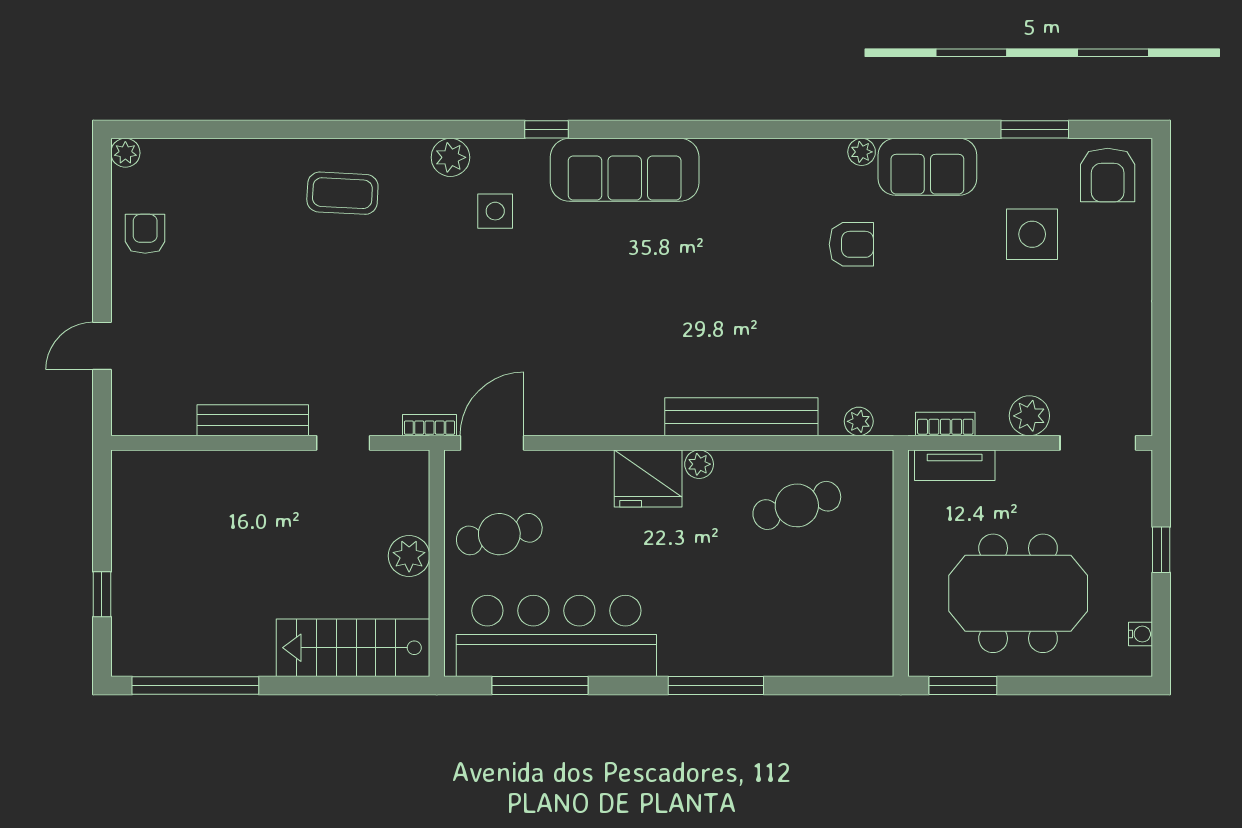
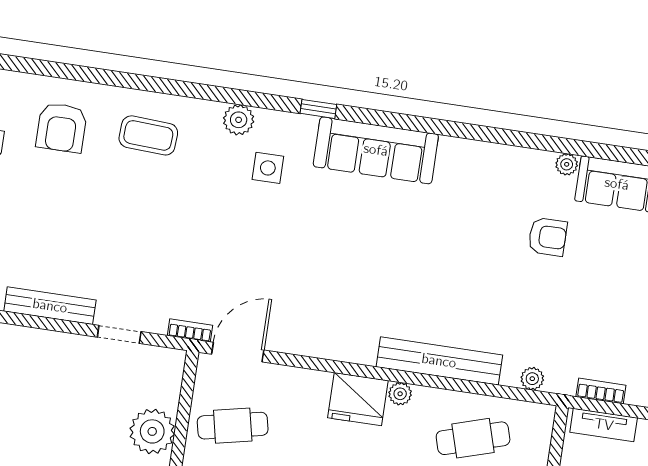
armchair: (234, 199) -> (62, 128), added
plant: (409, 556) -> (152, 431), width x1.36, depth x1.36

